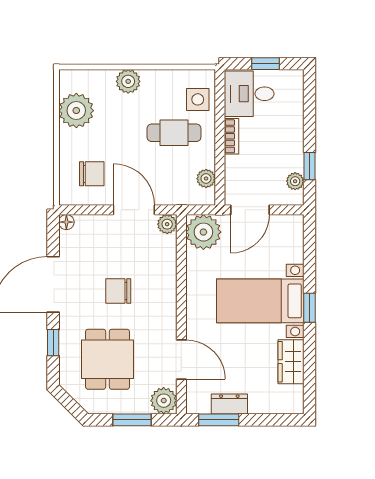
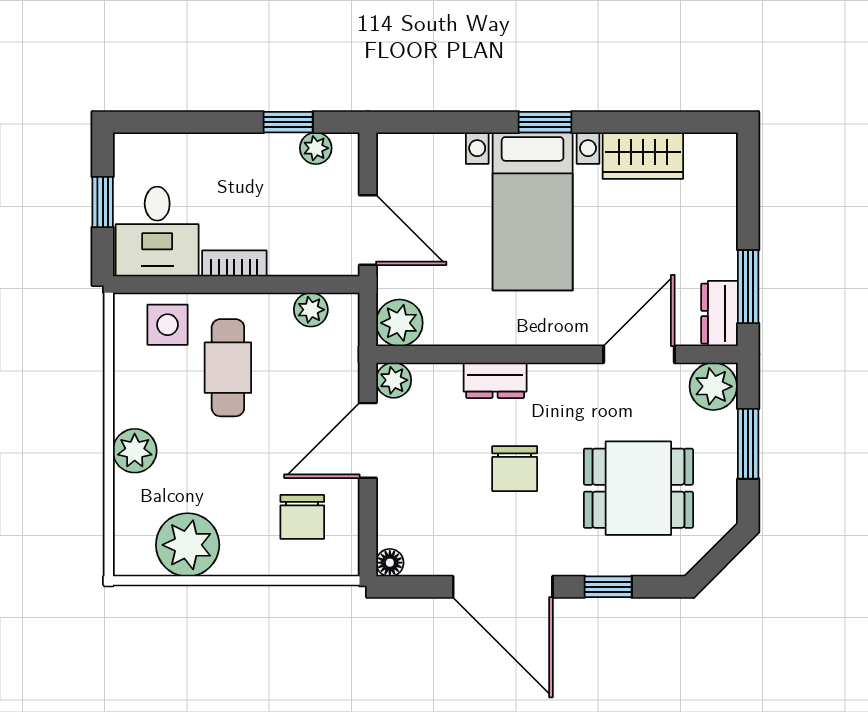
chair: (92, 174) -> (302, 517), turned 180
plant: (203, 232) -> (399, 323), width x0.73, depth x0.73
dresser: (167, 280) -> (495, 380), added
dresser: (229, 404) -> (720, 314), moved

